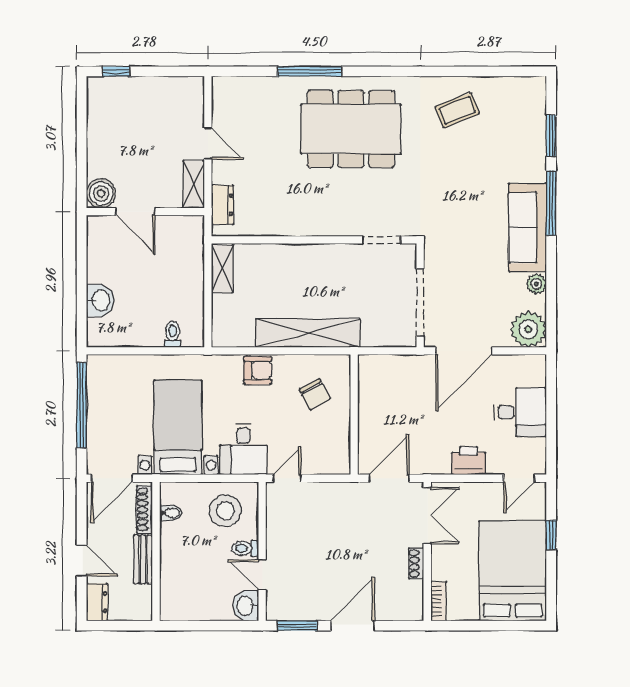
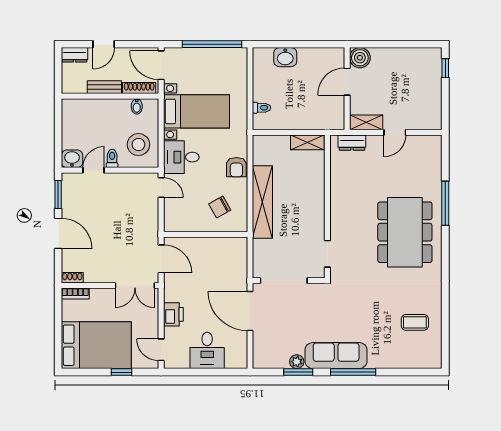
coffee table: (457, 110) -> (415, 322), moved, turned -68
window: (551, 136) -> (298, 372), moved
plant: (528, 329) -> (265, 356), removed
shoe rack: (416, 563) -> (72, 278), moved

